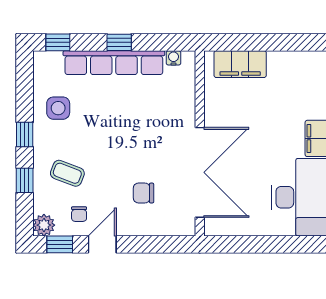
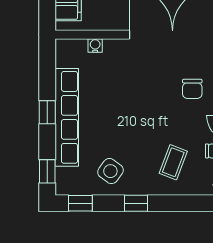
water cooler: (174, 58) -> (95, 46), moved, turned 90
side table: (58, 108) -> (110, 171), turned 36
window: (25, 180) -> (80, 203), moved

